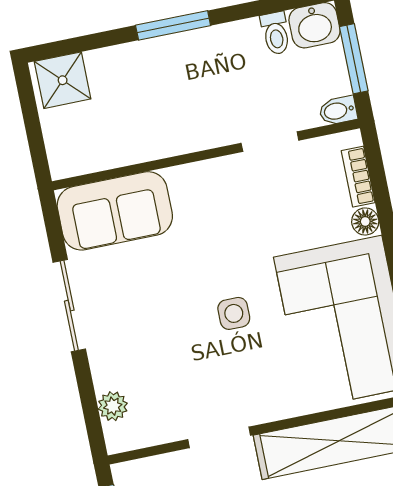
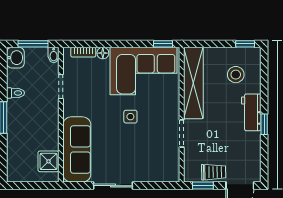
toilet: (276, 33) -> (15, 93), moved
shower: (63, 80) -> (48, 161), moved
sofa: (115, 211) -> (77, 149), width x1.36
plant: (113, 406) -> (159, 176), removed

